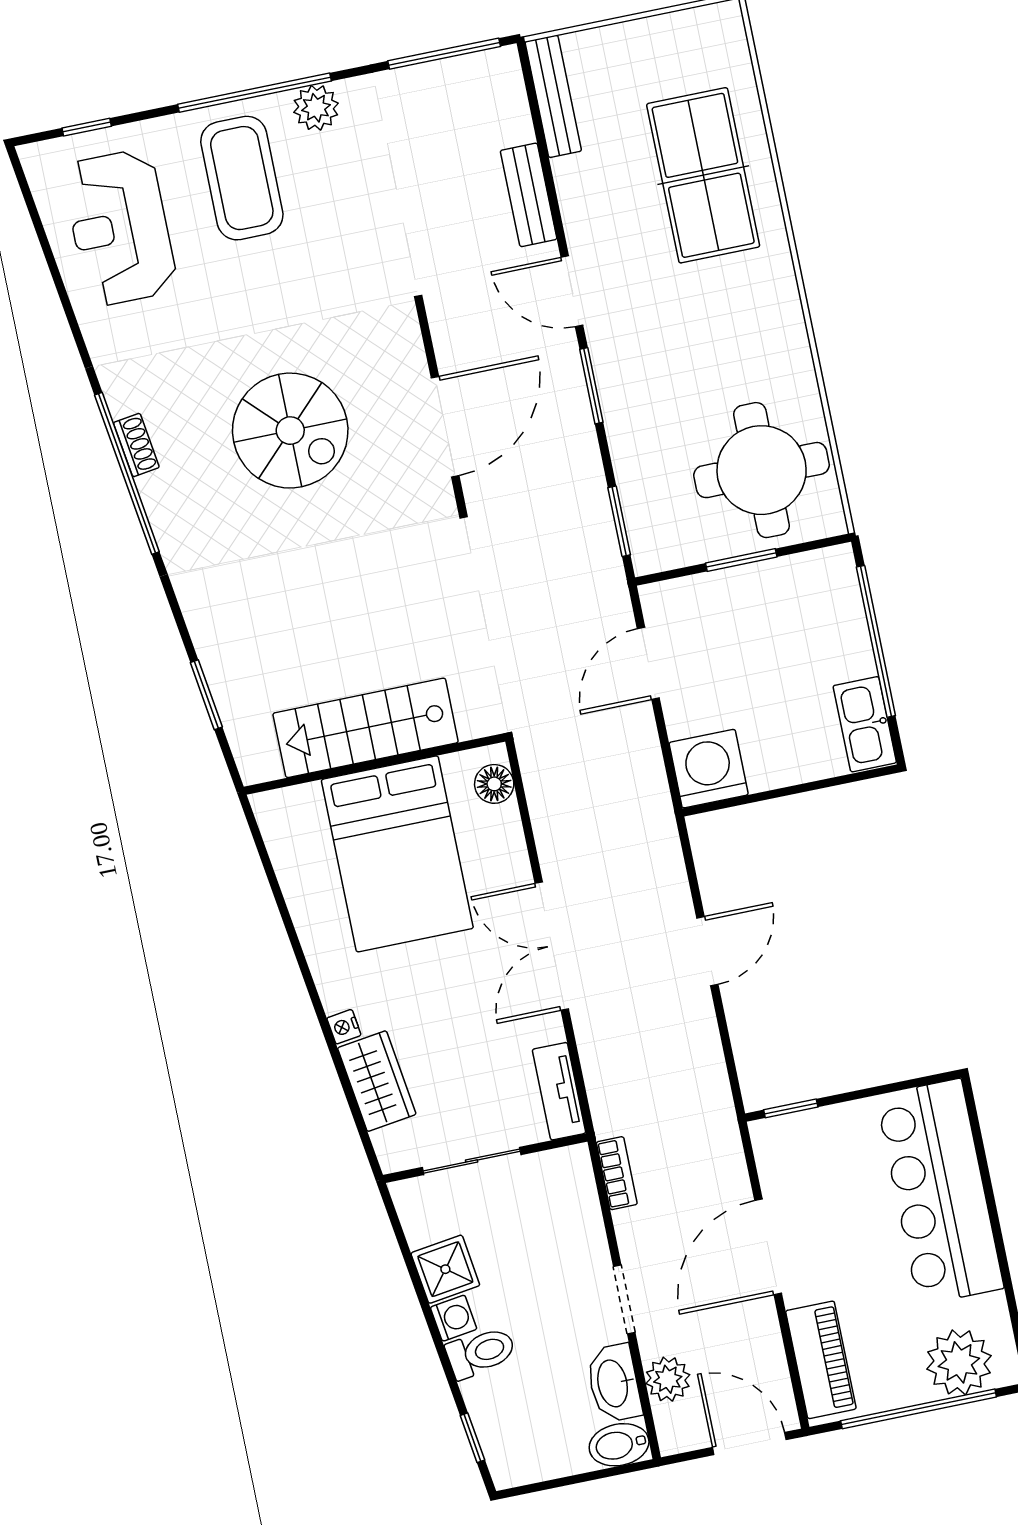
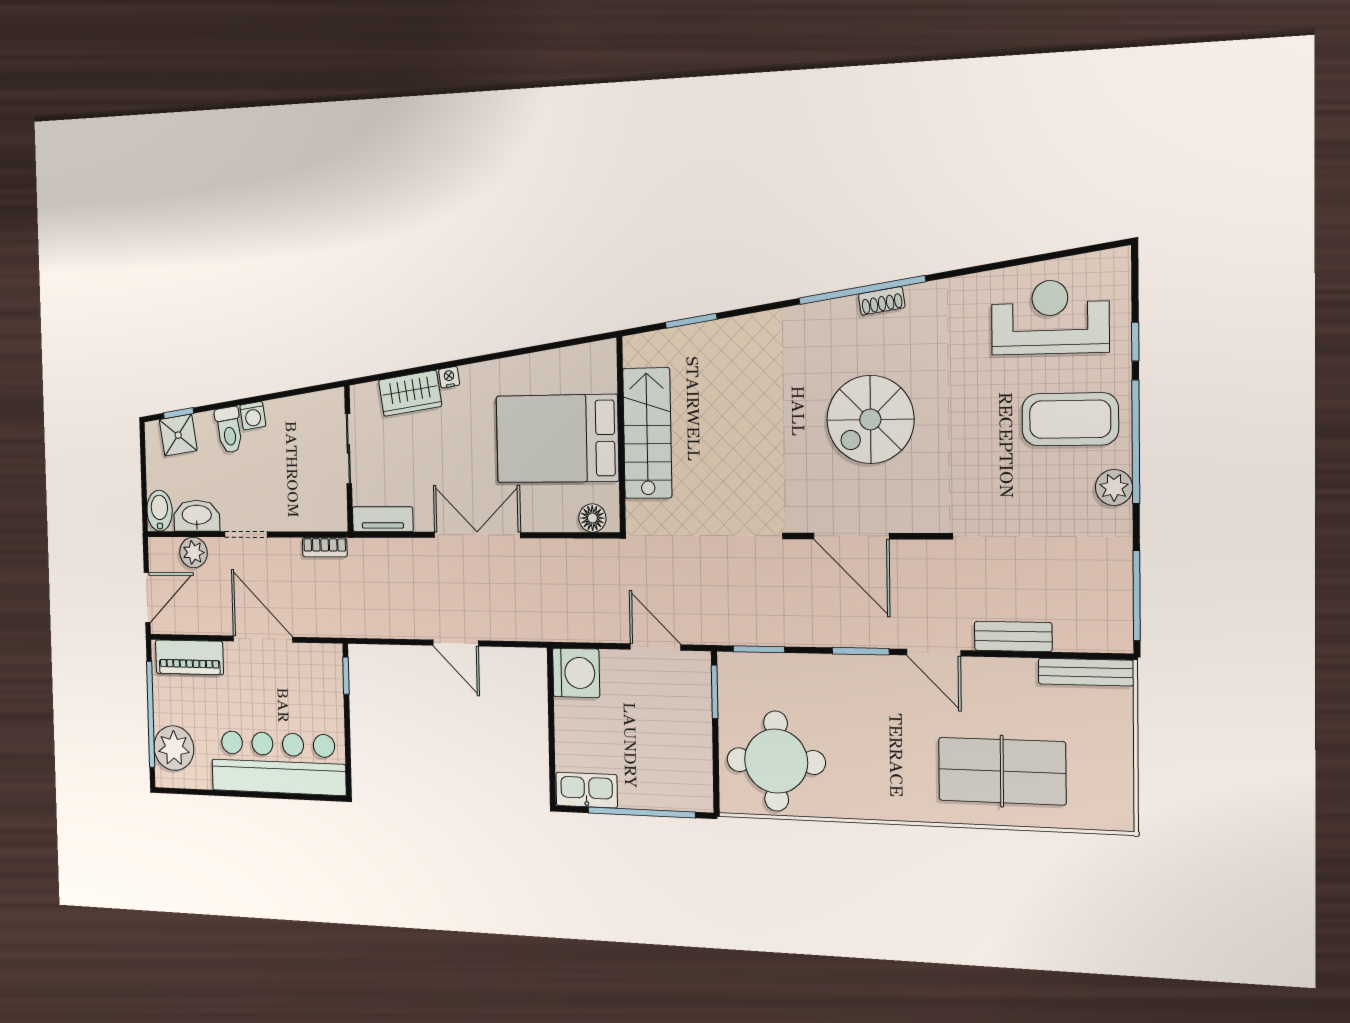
window: (87, 127) -> (1135, 342), moved
door: (572, 291) -> (934, 653), swing flipped
window: (741, 560) -> (715, 692), moved
shower: (445, 1269) -> (178, 435), moved

